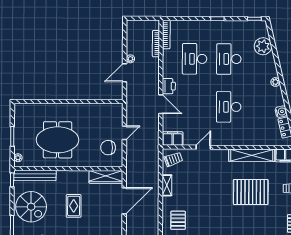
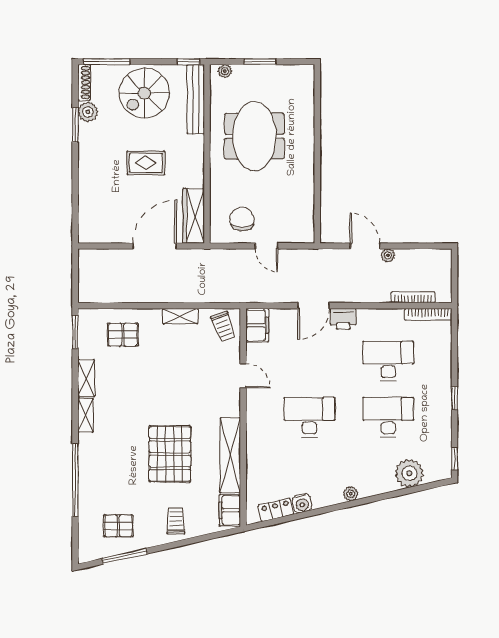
door: (124, 201) -> (155, 246), swing flipped

